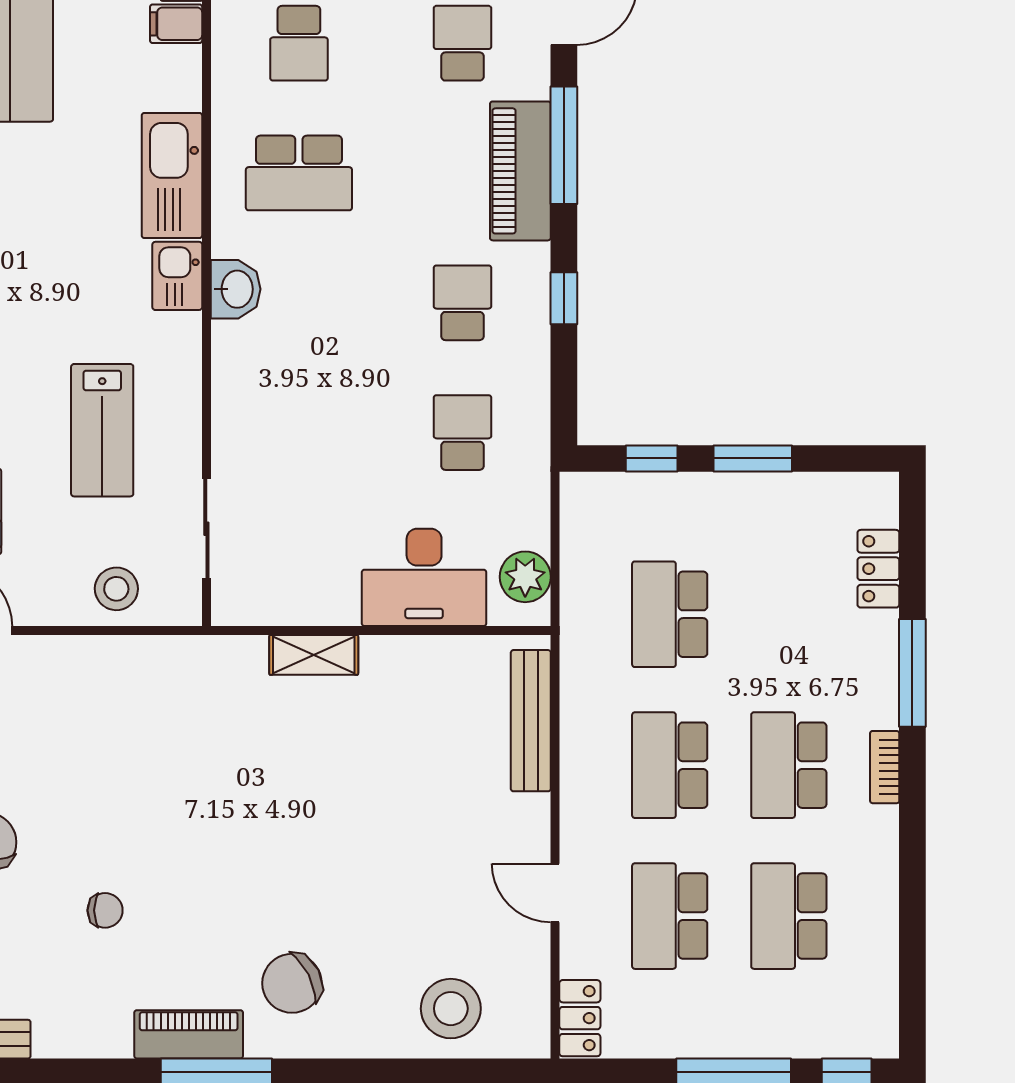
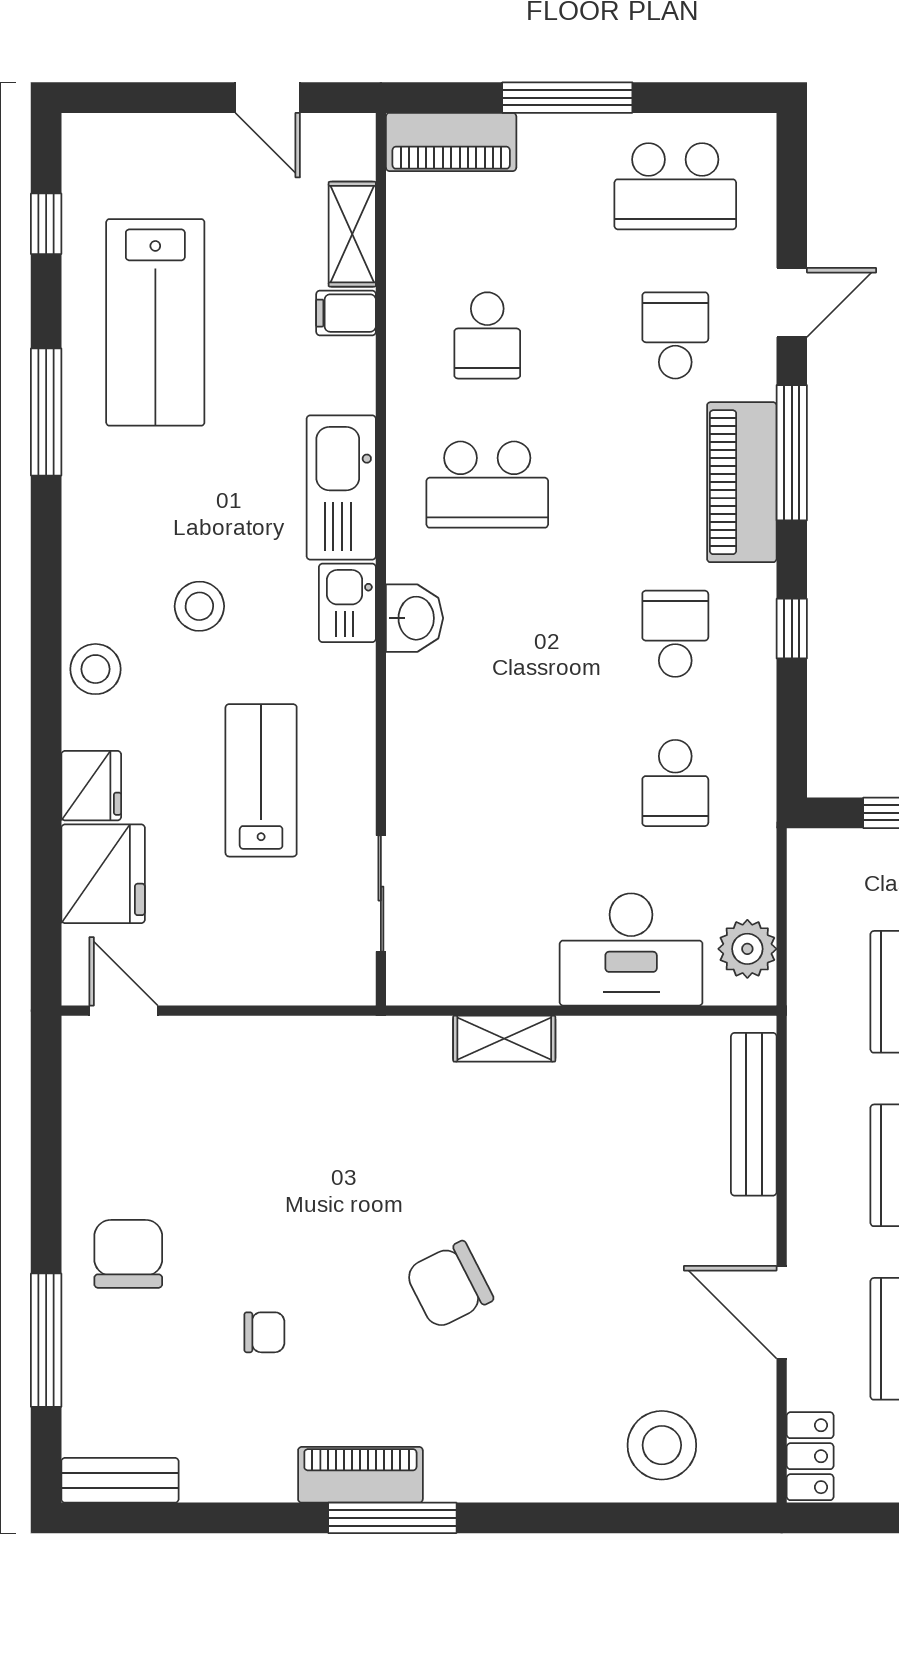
lab bench: (102, 430) -> (261, 780), turned 180
school desk: (462, 433) -> (675, 783), turned 180
stool: (116, 589) -> (199, 606), moved
door: (555, 893) -> (782, 1312), width x1.38
chair: (292, 983) -> (449, 1285), moved

